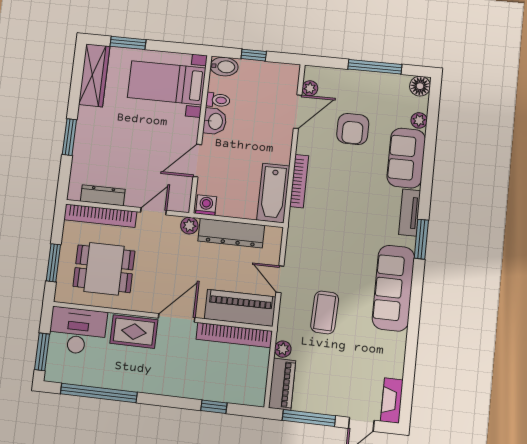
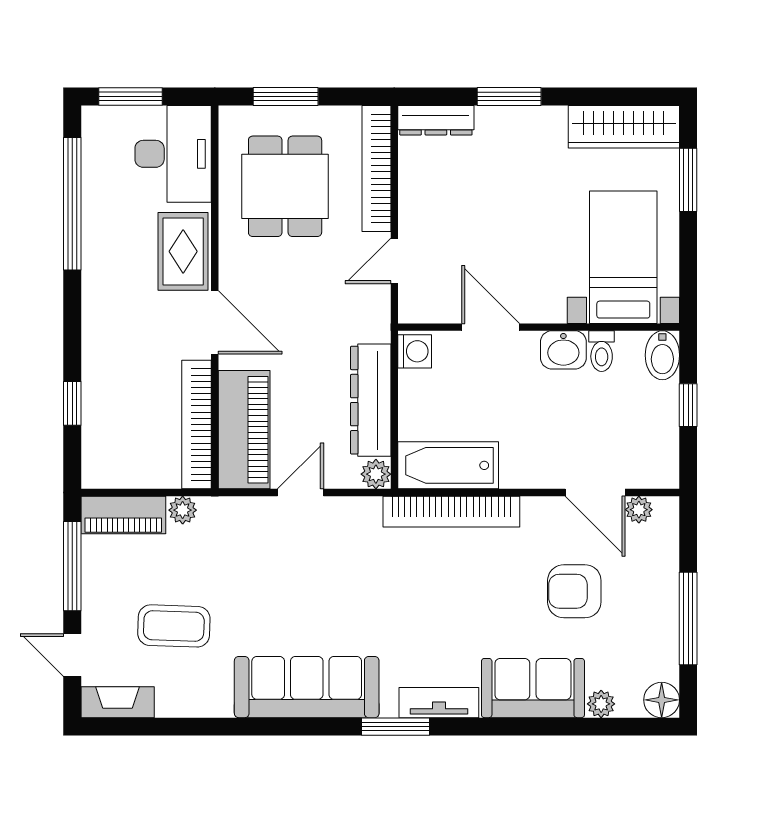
bookcase: (299, 181) -> (451, 512), width x1.48, depth x1.31
dresser: (103, 195) -> (436, 120), moved, turned 90
door: (154, 211) -> (394, 261), swing flipped
plant: (189, 226) -> (376, 474), moved
coffee table: (325, 312) -> (174, 626), moved

